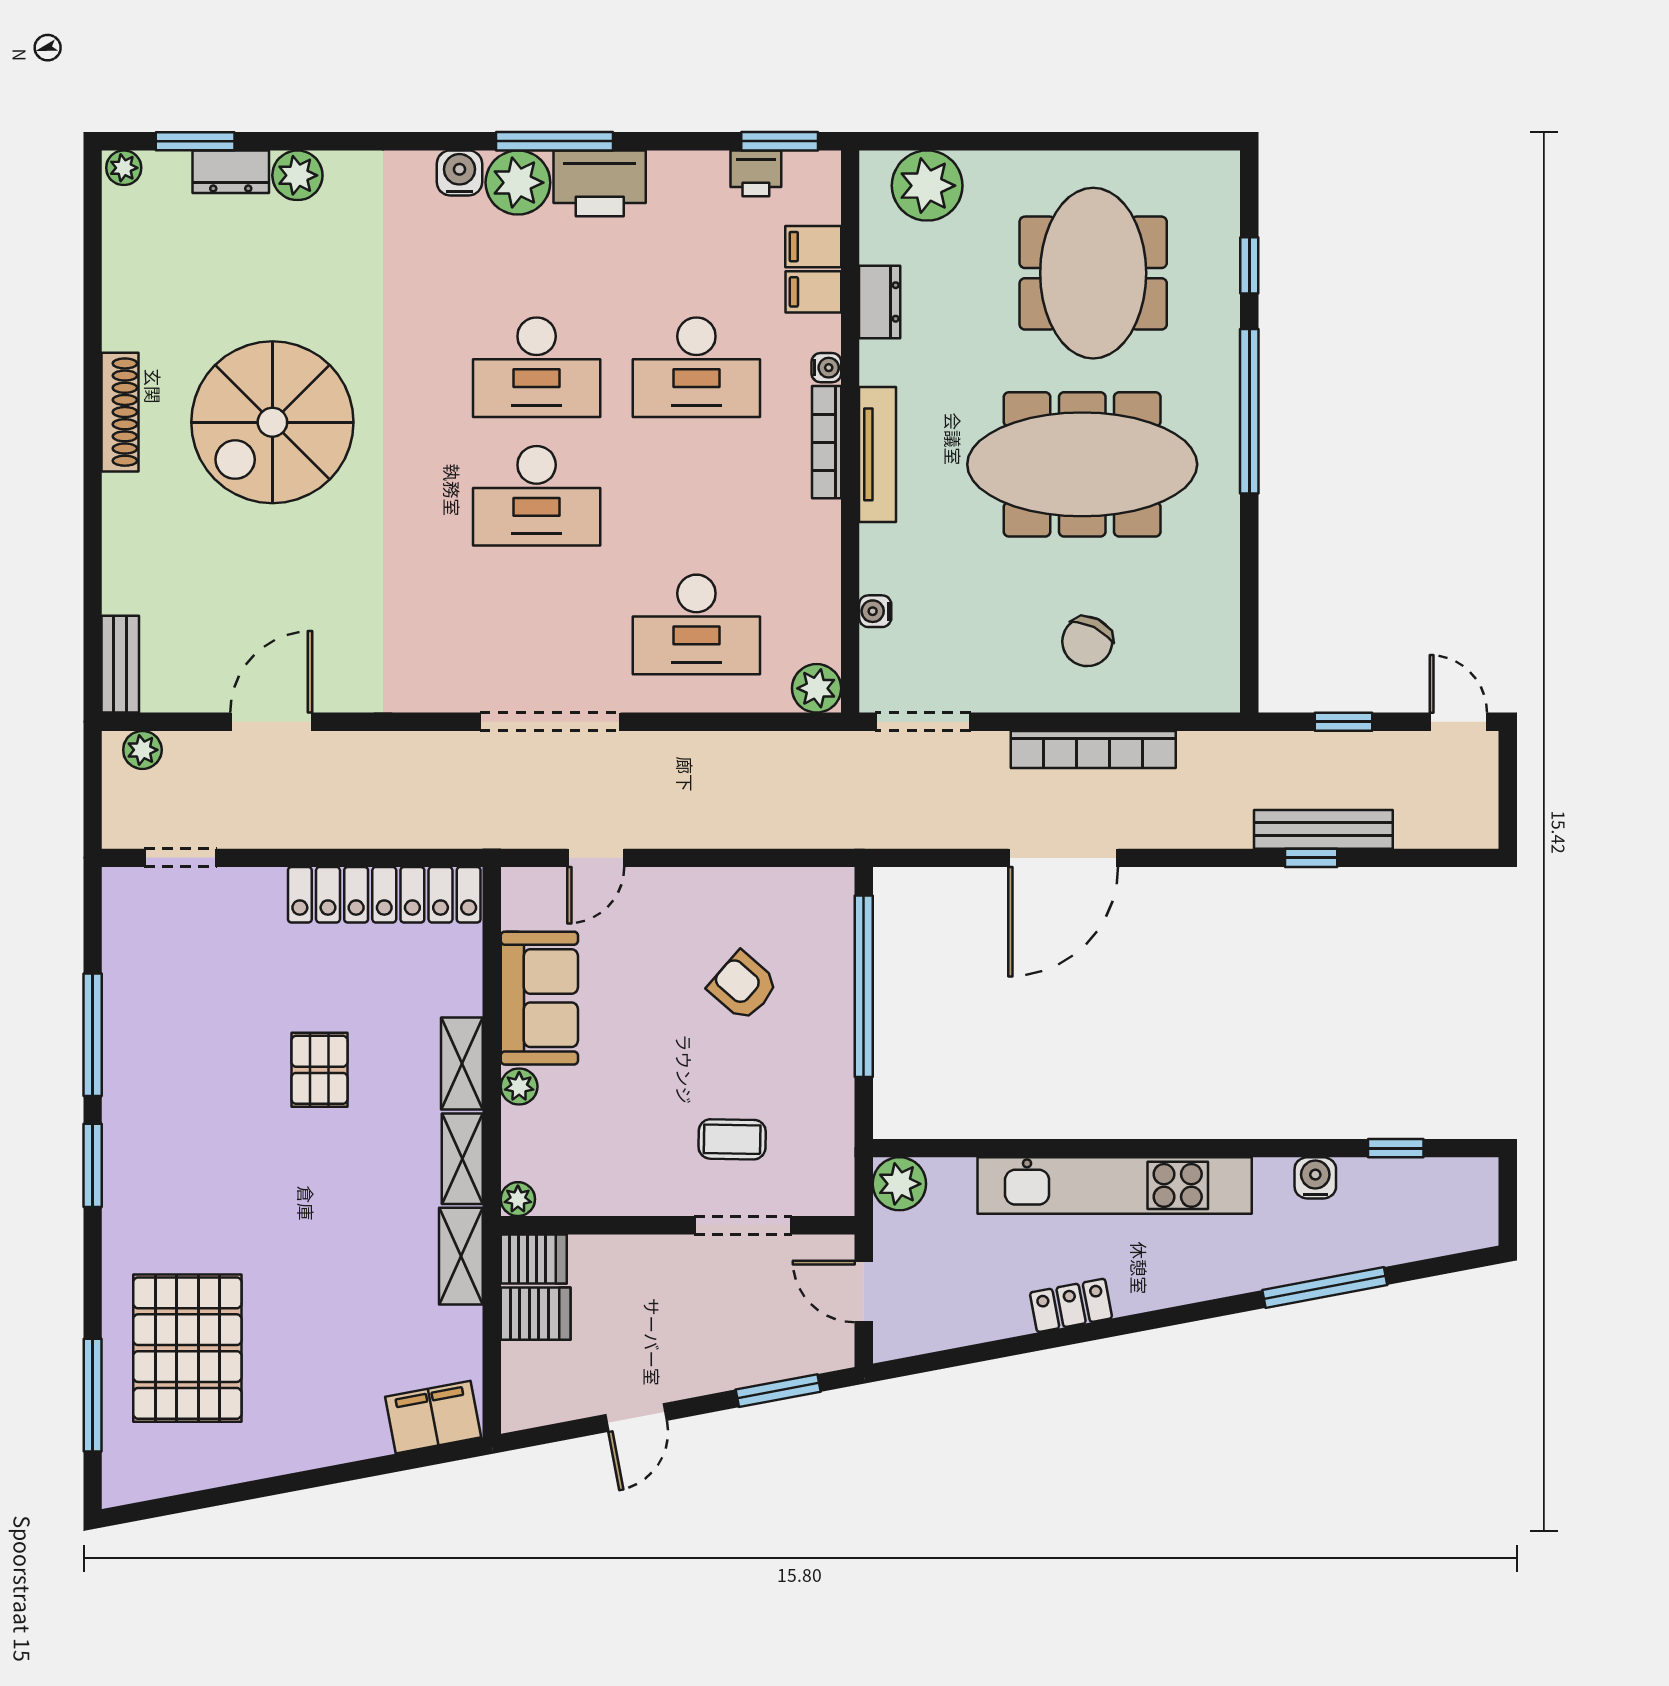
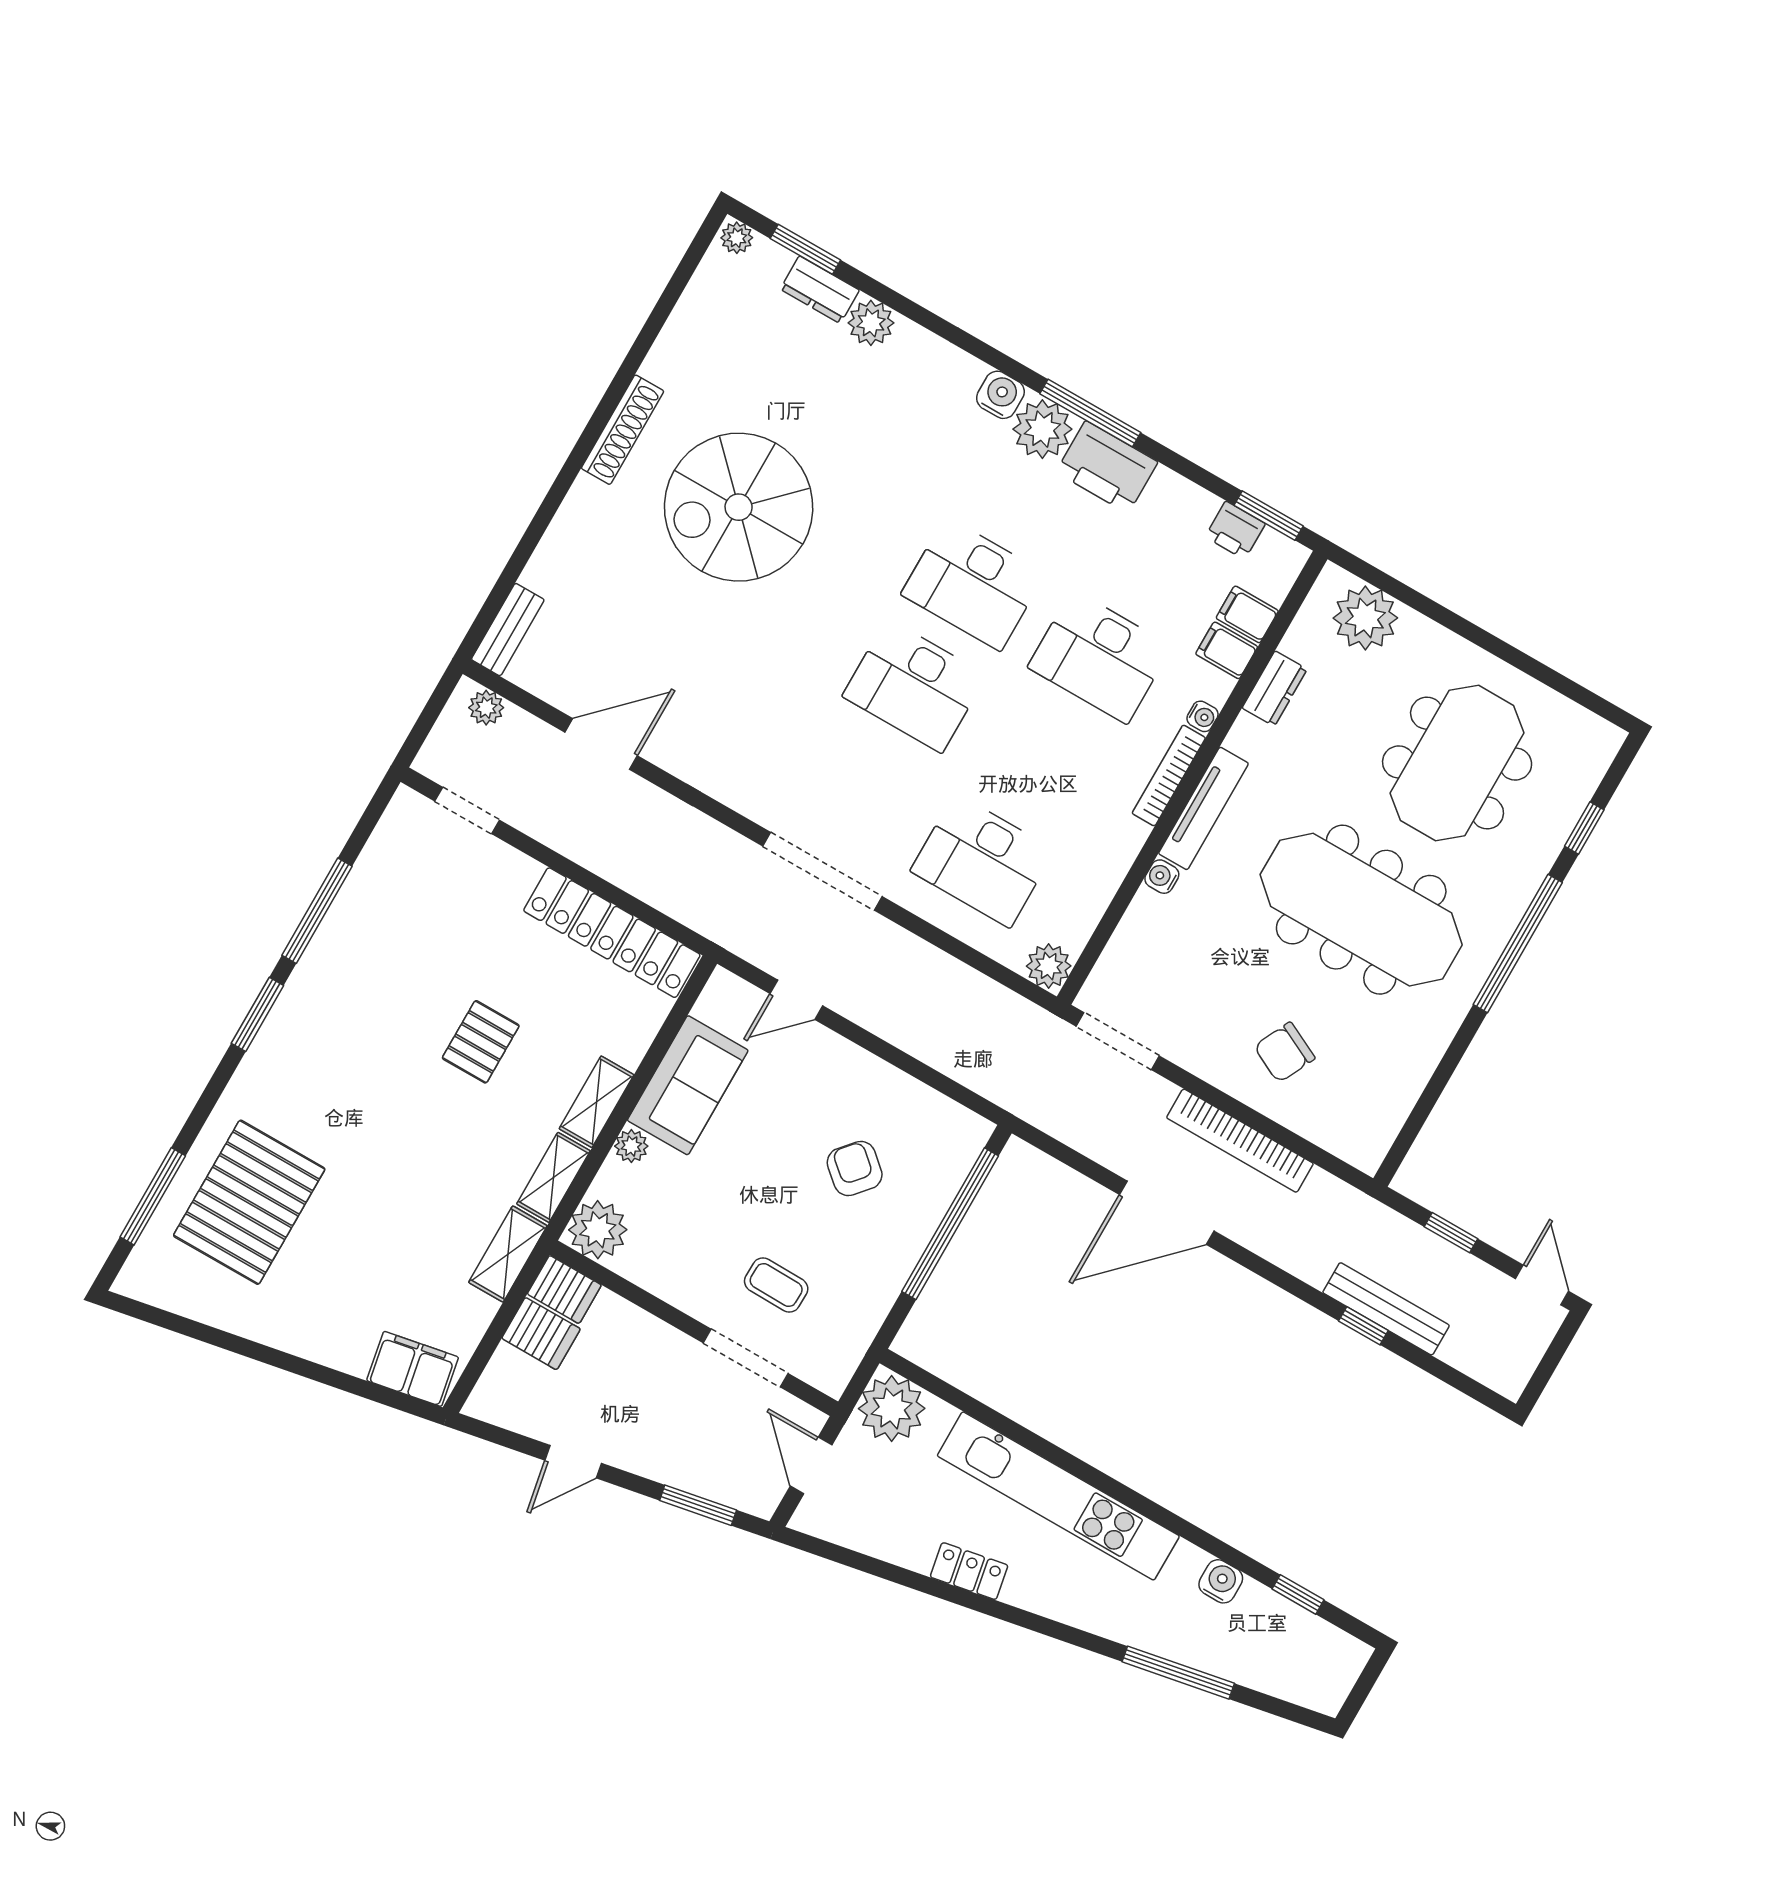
water cooler: (875, 611) -> (1162, 877), moved
plant: (899, 1184) -> (892, 1409), width x1.36, depth x1.36
plant: (518, 1199) -> (598, 1230), width x1.88, depth x1.88

